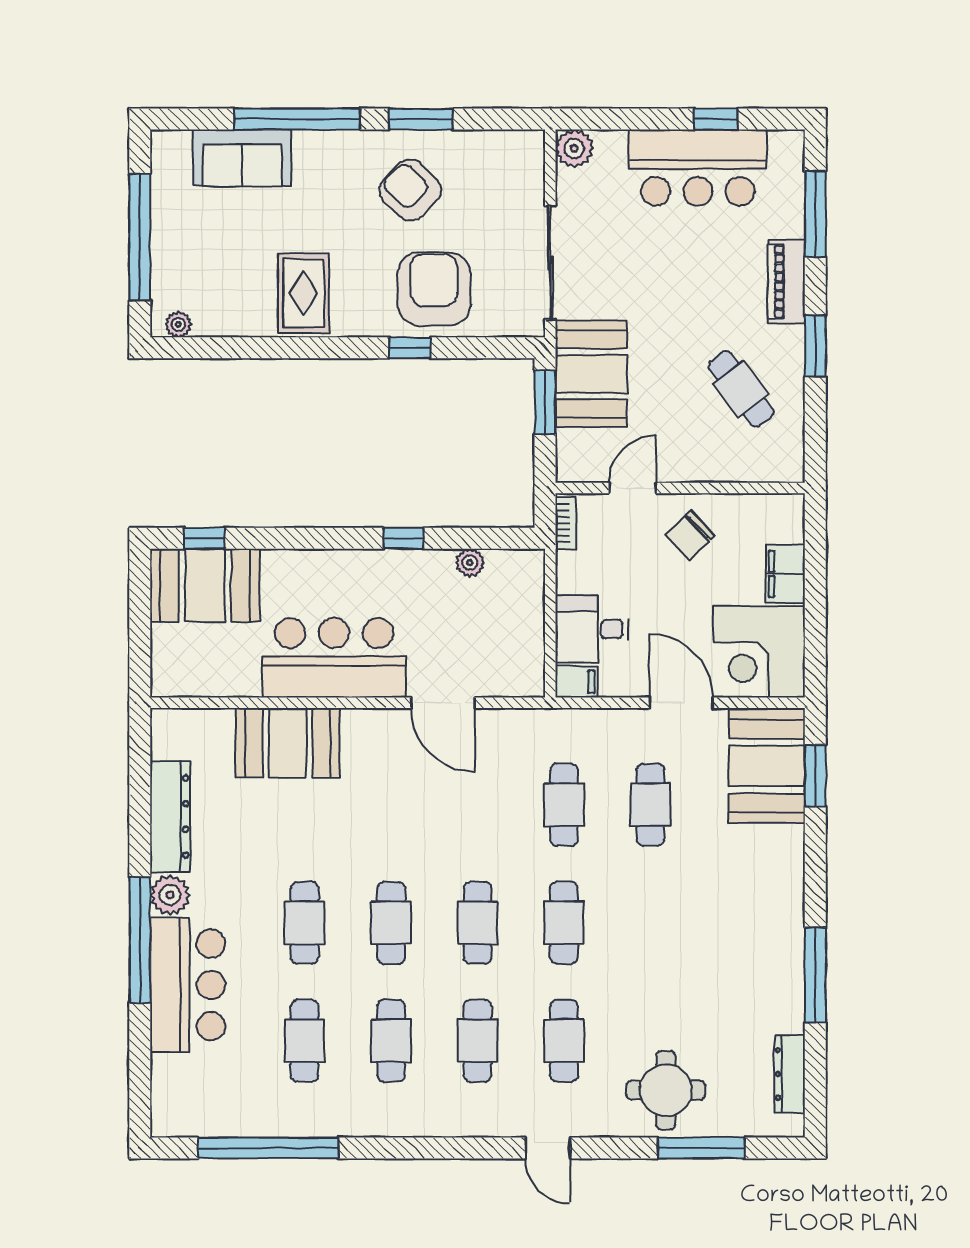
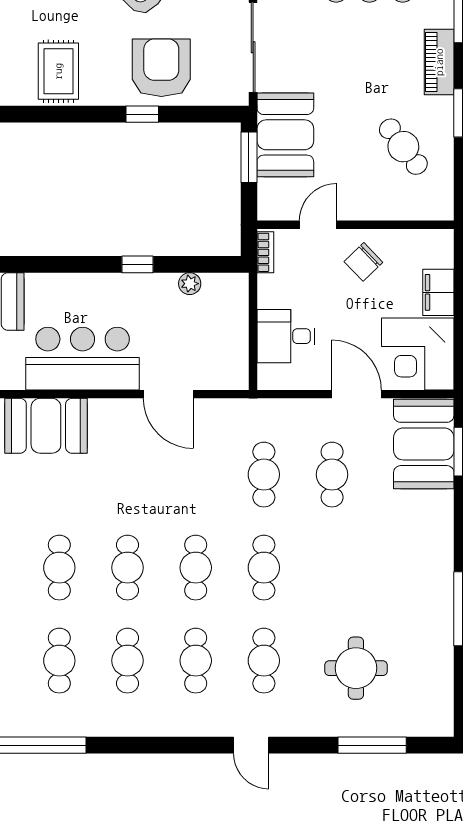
filing cabinet: (577, 682) -> (274, 378), removed
dresser: (790, 1074) -> (442, 687), removed
round table: (666, 1090) -> (356, 668), moved

